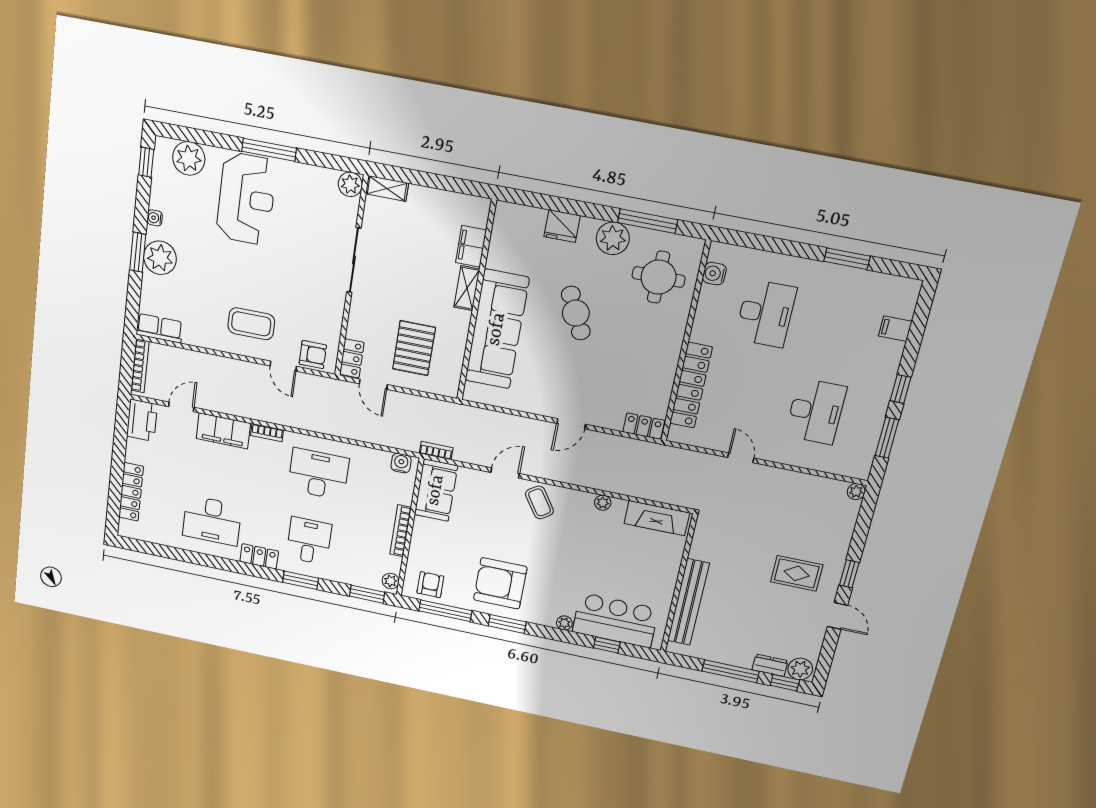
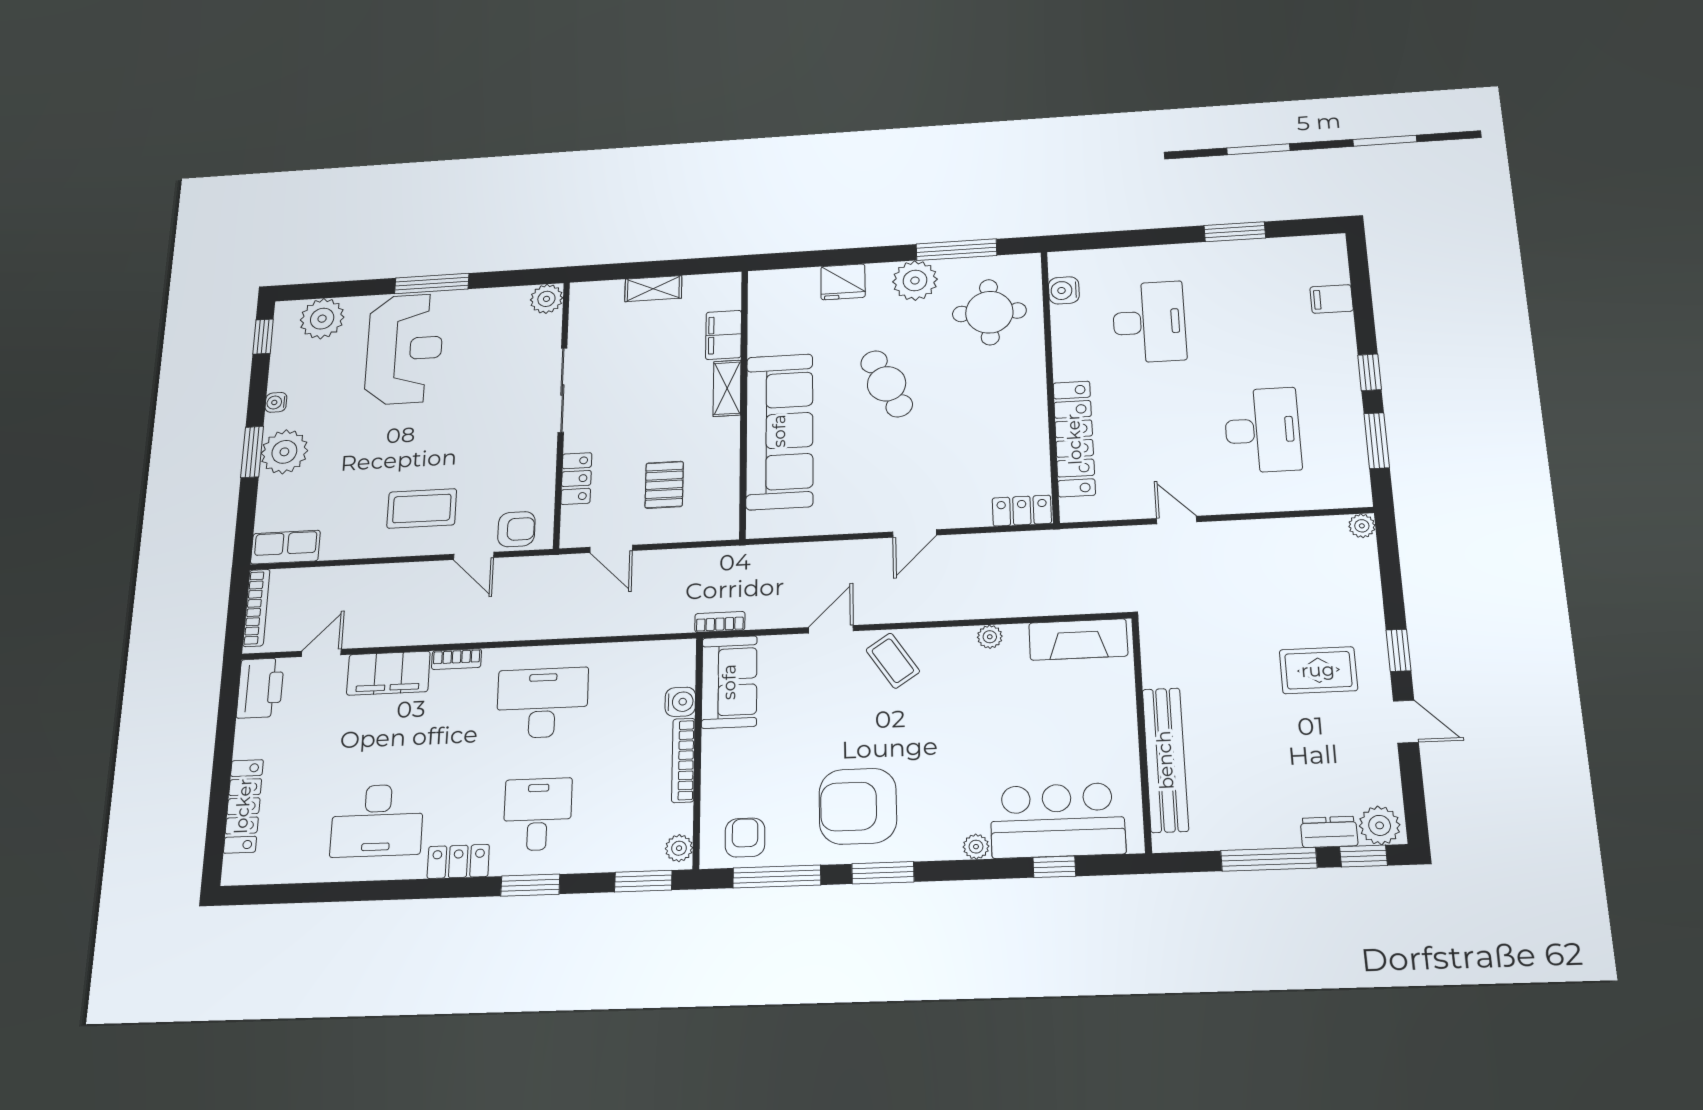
shelving: (387, 188) -> (653, 289), moved
pallet: (414, 348) -> (664, 485), width x0.67, depth x0.71
locker: (352, 358) -> (576, 478), moved
water cooler: (401, 463) -> (680, 702), moved, turned 90

